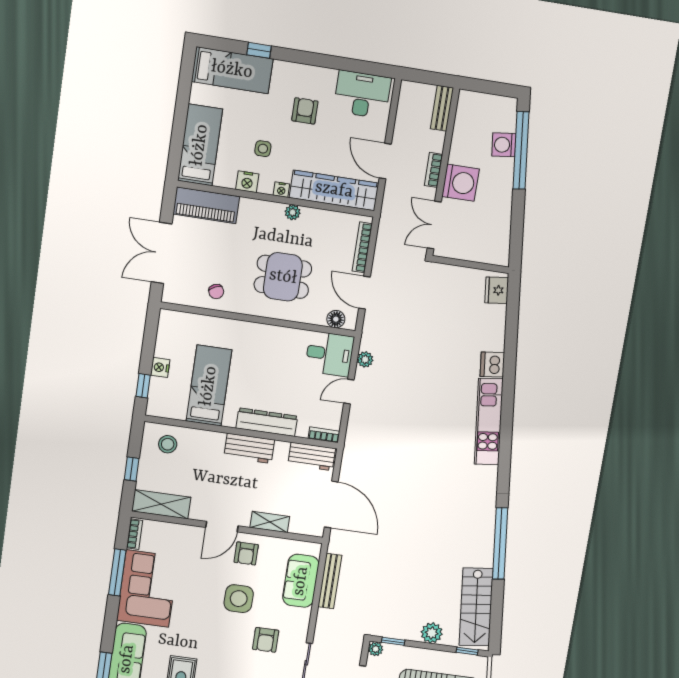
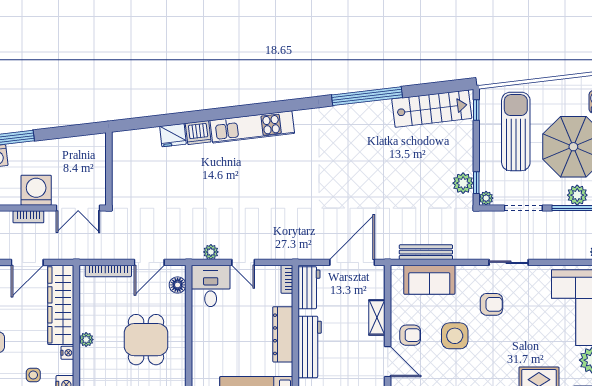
fridge: (497, 290) -> (173, 135), moved
workbench: (249, 448) -> (310, 347), width x1.37
plant: (432, 633) -> (463, 183), moved

